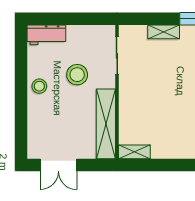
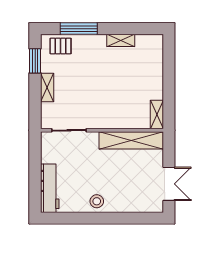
workbench: (46, 35) -> (50, 188), width x1.38
stool: (77, 75) -> (86, 167), removed

